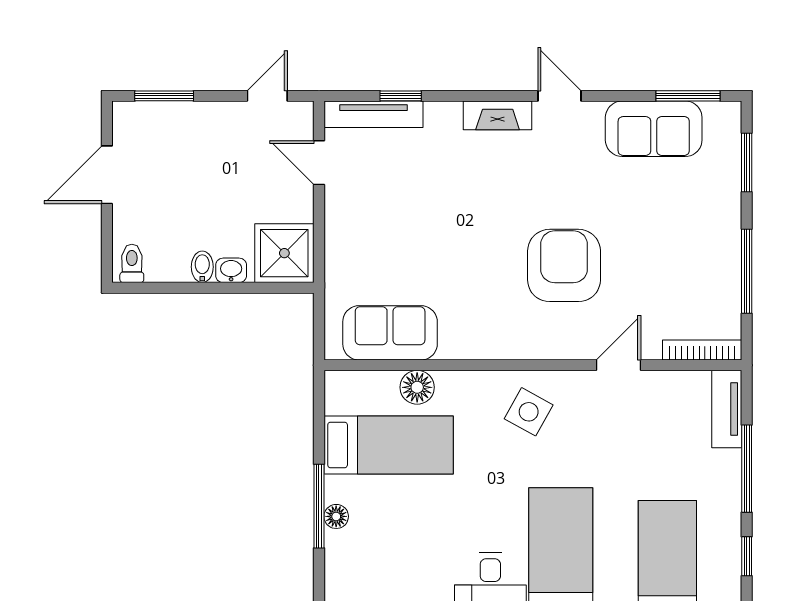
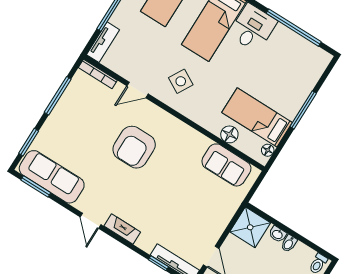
sofa: (654, 129) -> (52, 177), width x1.36
side table: (529, 412) -> (181, 81), moved
floor lamp: (336, 516) -> (268, 150), moved

